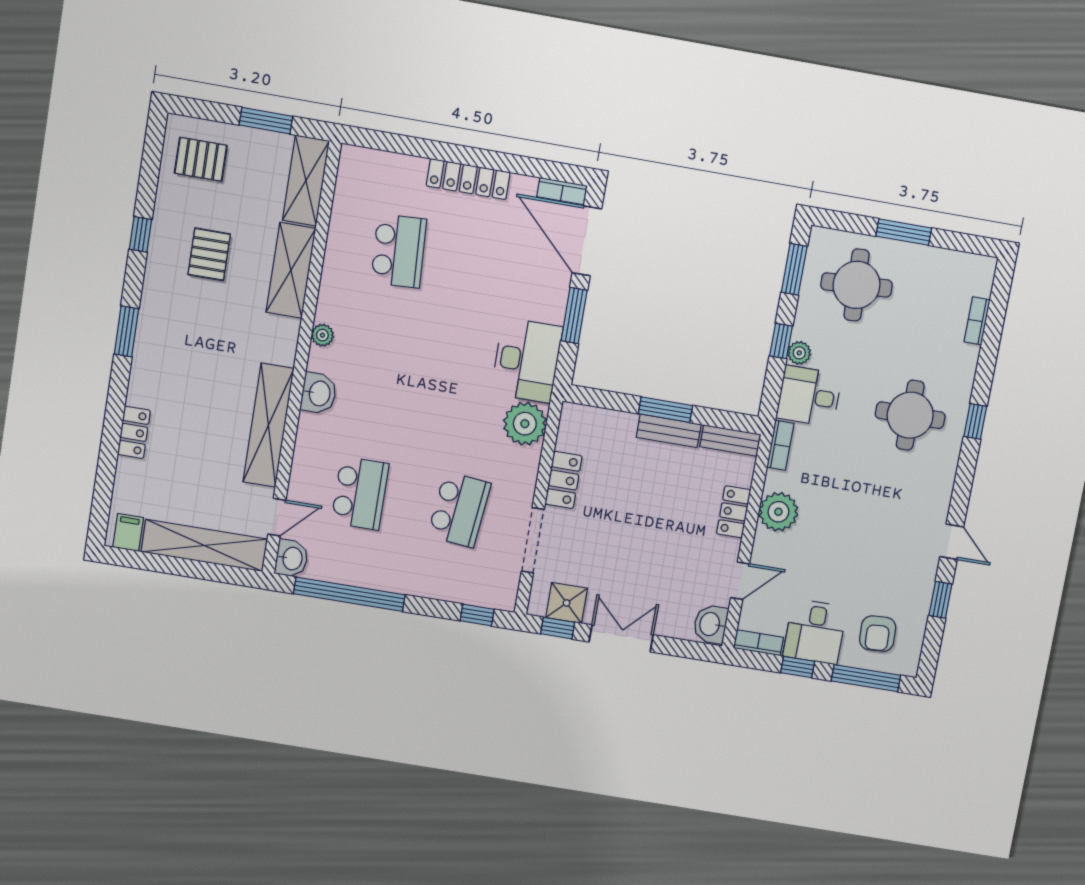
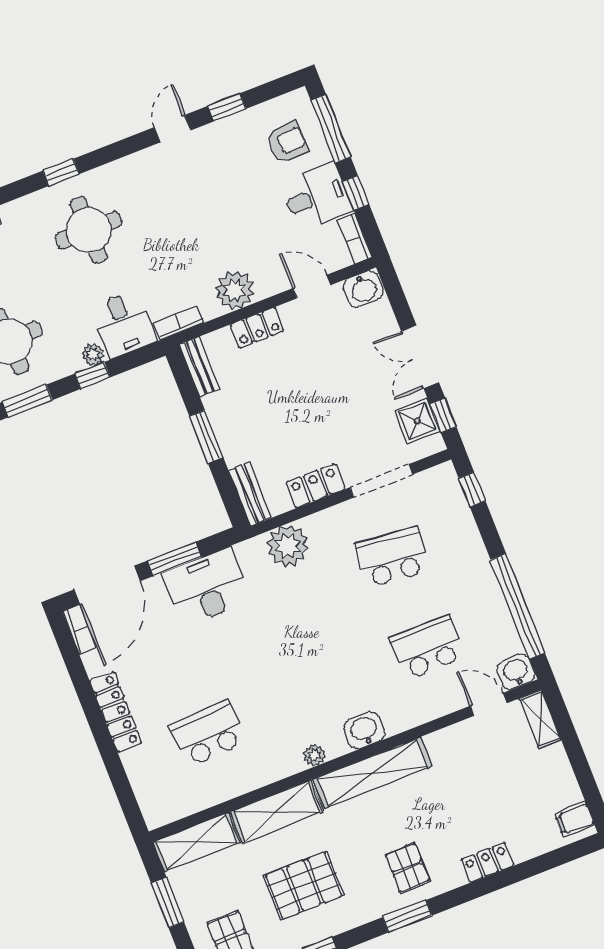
pallet: (209, 254) -> (303, 886), width x1.50, depth x1.42
pallet: (171, 358) -> (407, 868), added
desk: (527, 360) -> (206, 587), moved
shelving: (268, 425) -> (373, 773), moved
bench: (669, 431) -> (250, 494), moved
shelving: (204, 545) -> (540, 719), width x0.45, depth x0.75

